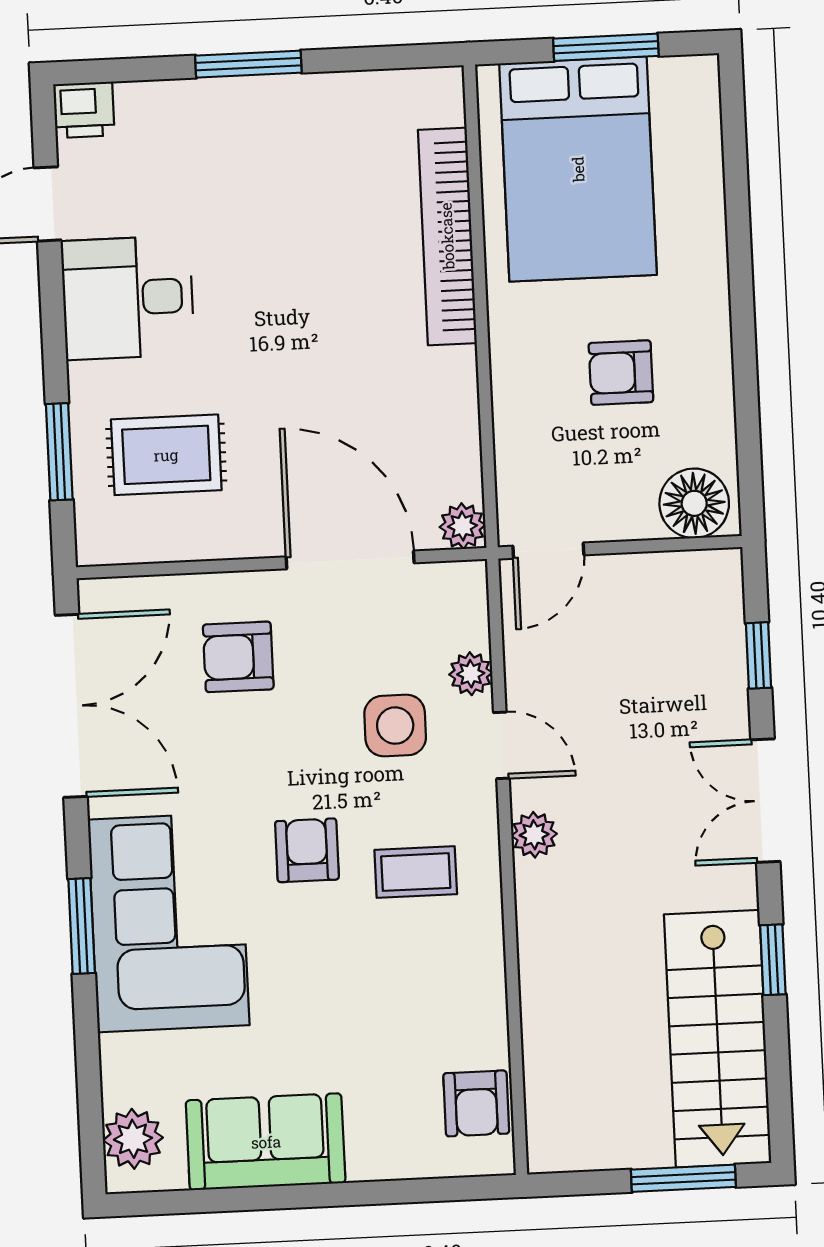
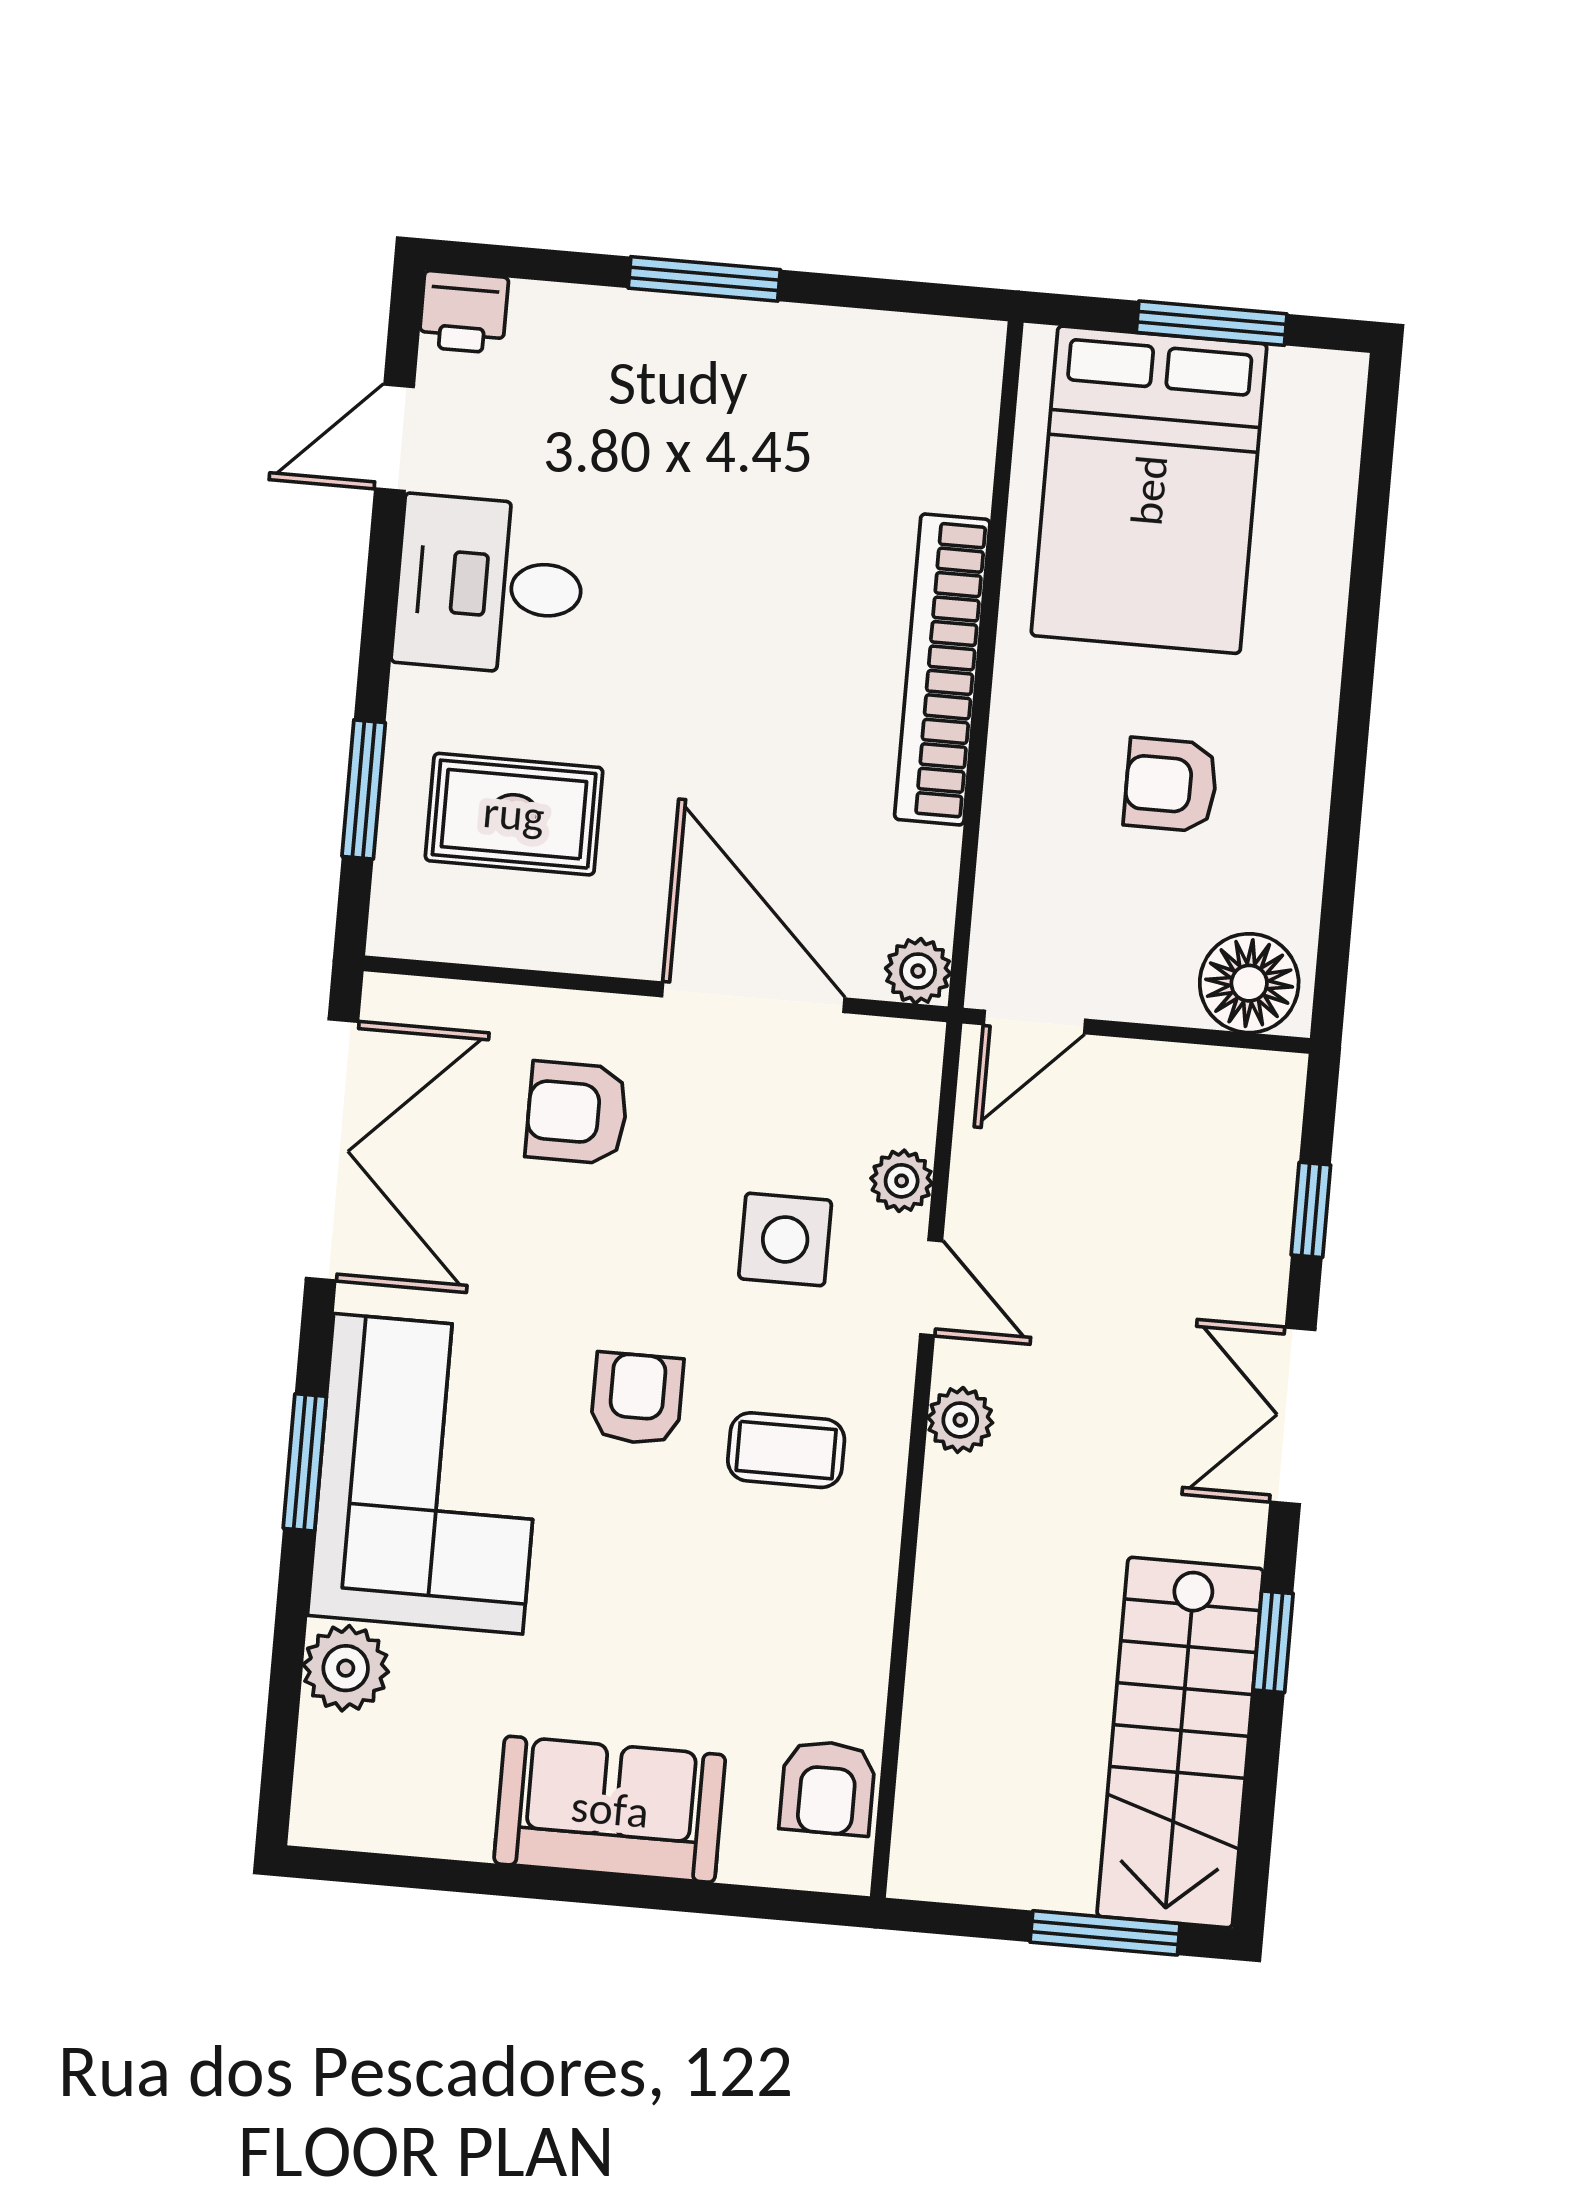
bookcase: (447, 236) -> (942, 669), moved
plant: (133, 1139) -> (346, 1668), moved
sofa: (266, 1142) -> (610, 1809), moved

